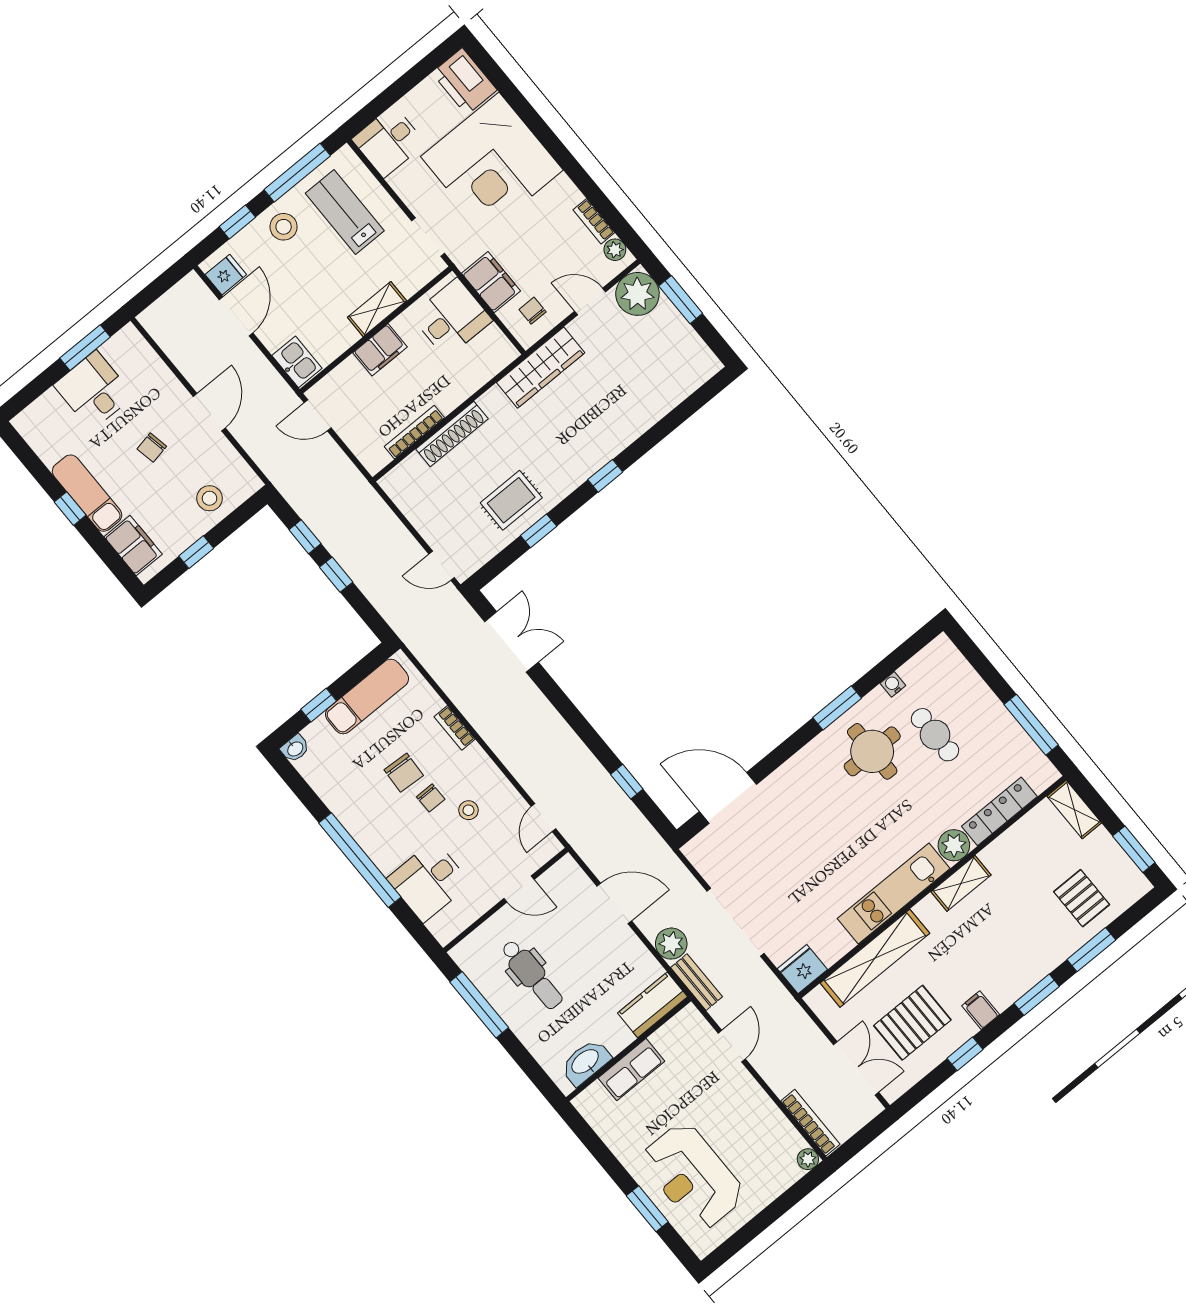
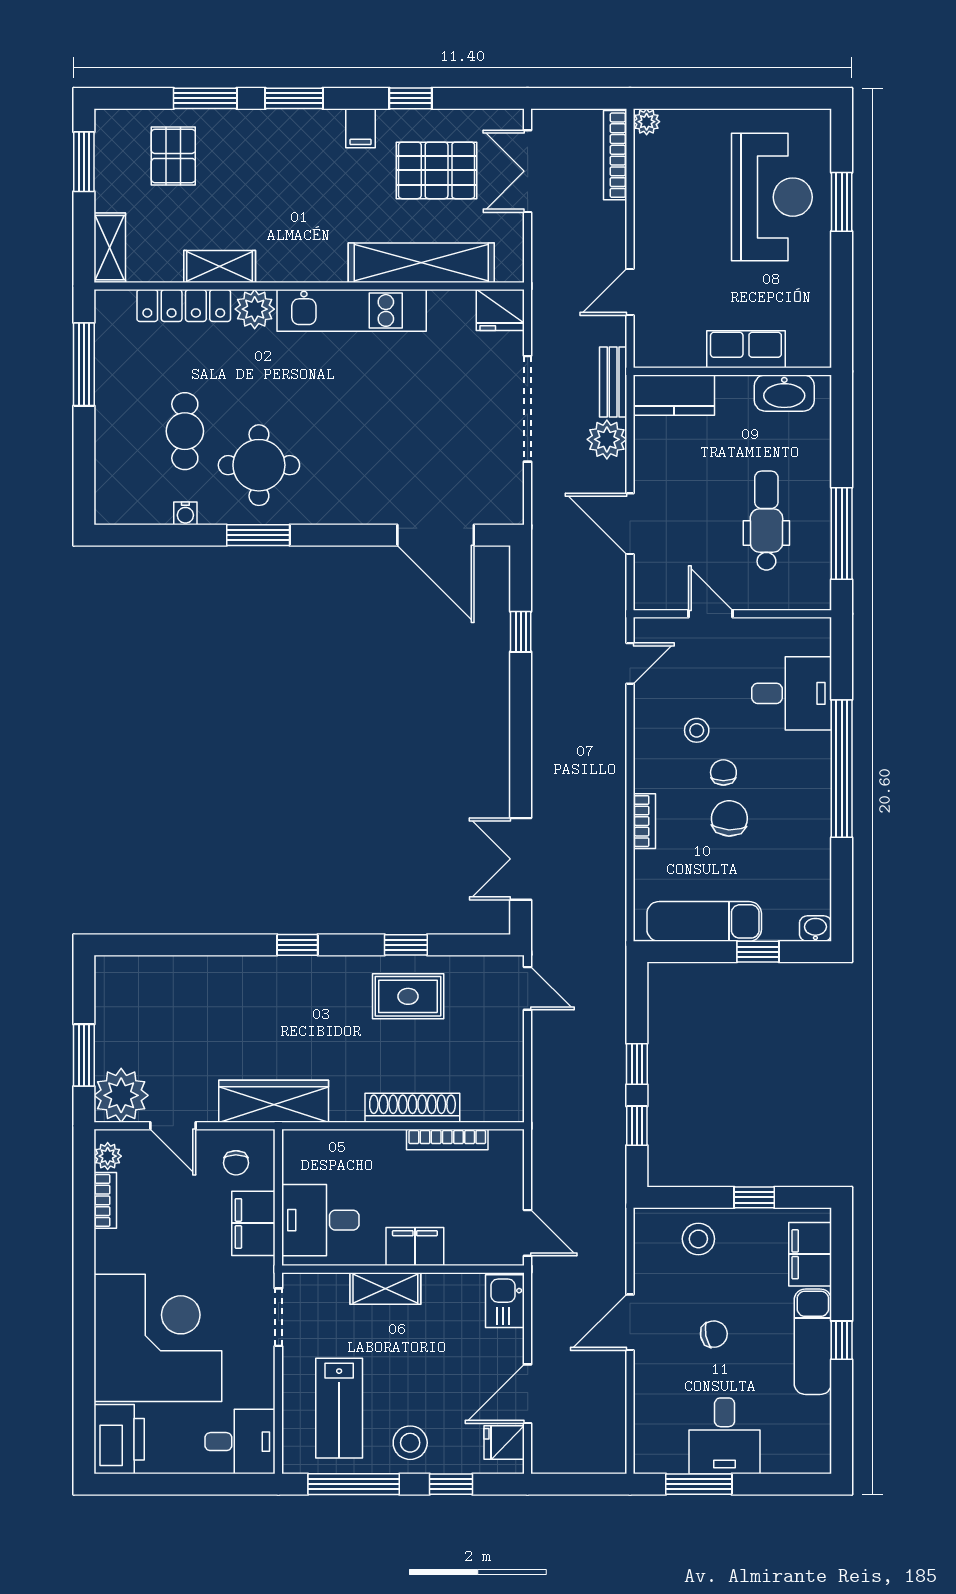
shelving: (961, 883) -> (220, 267), moved

